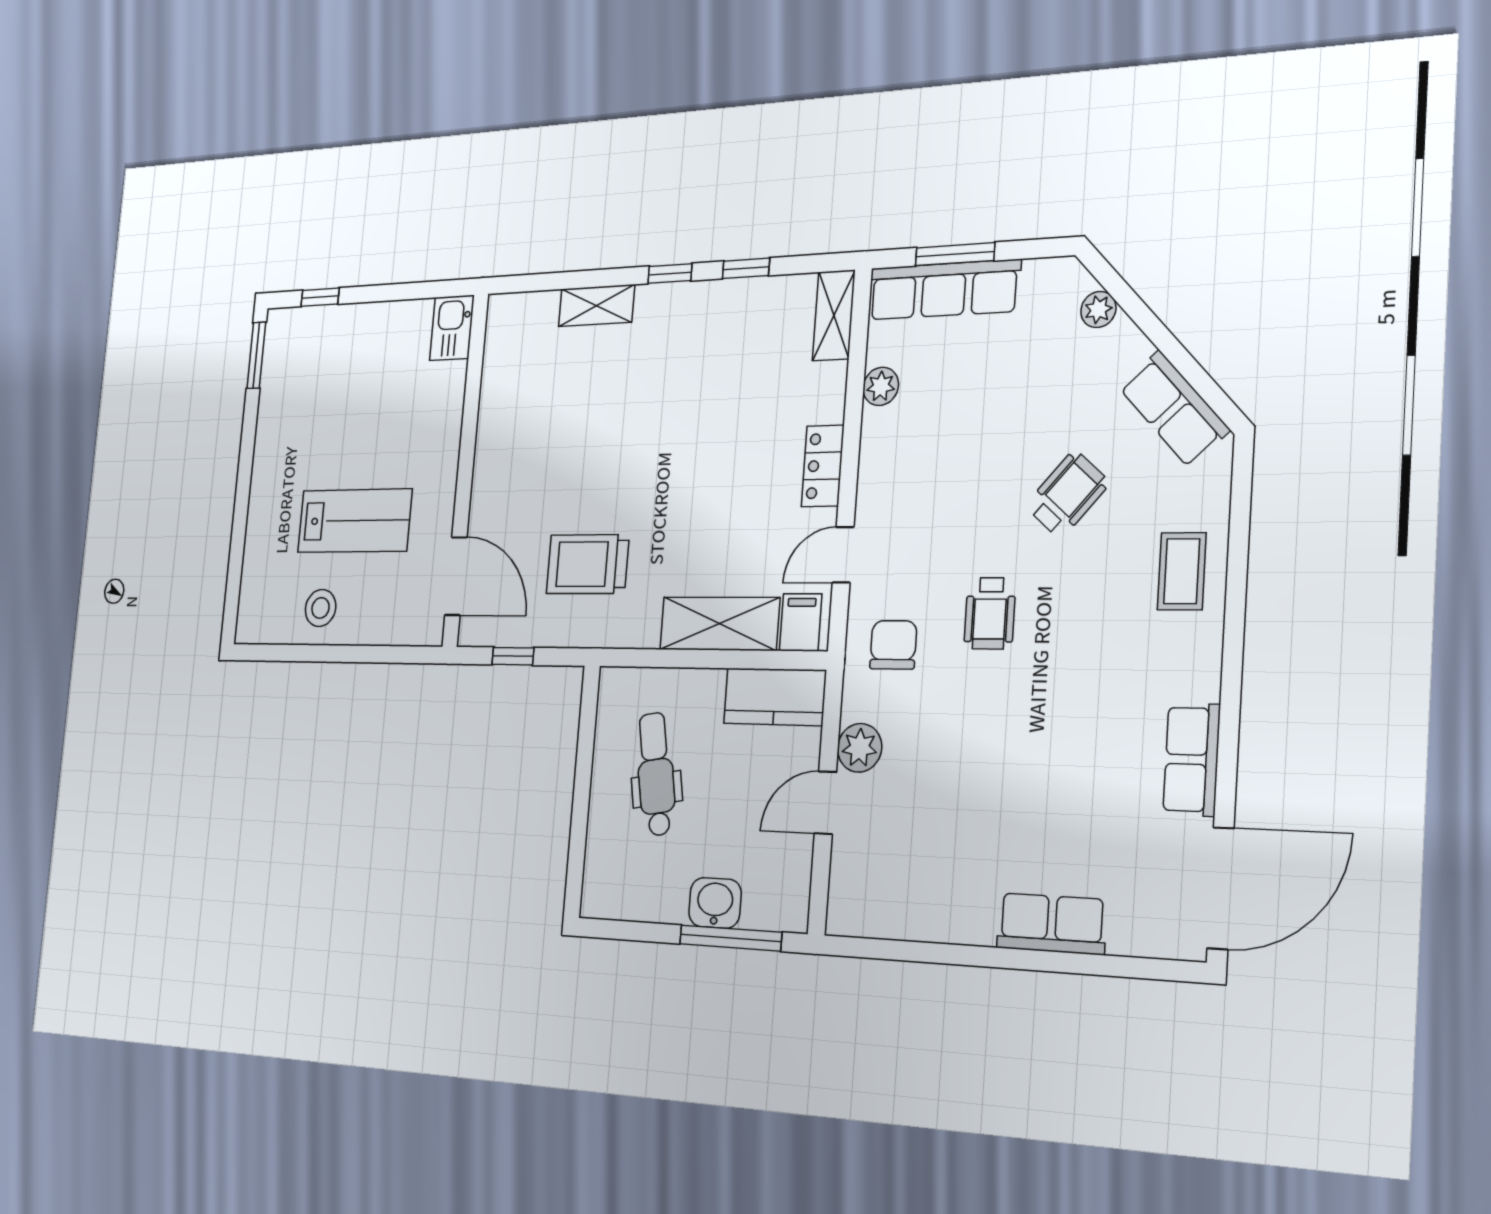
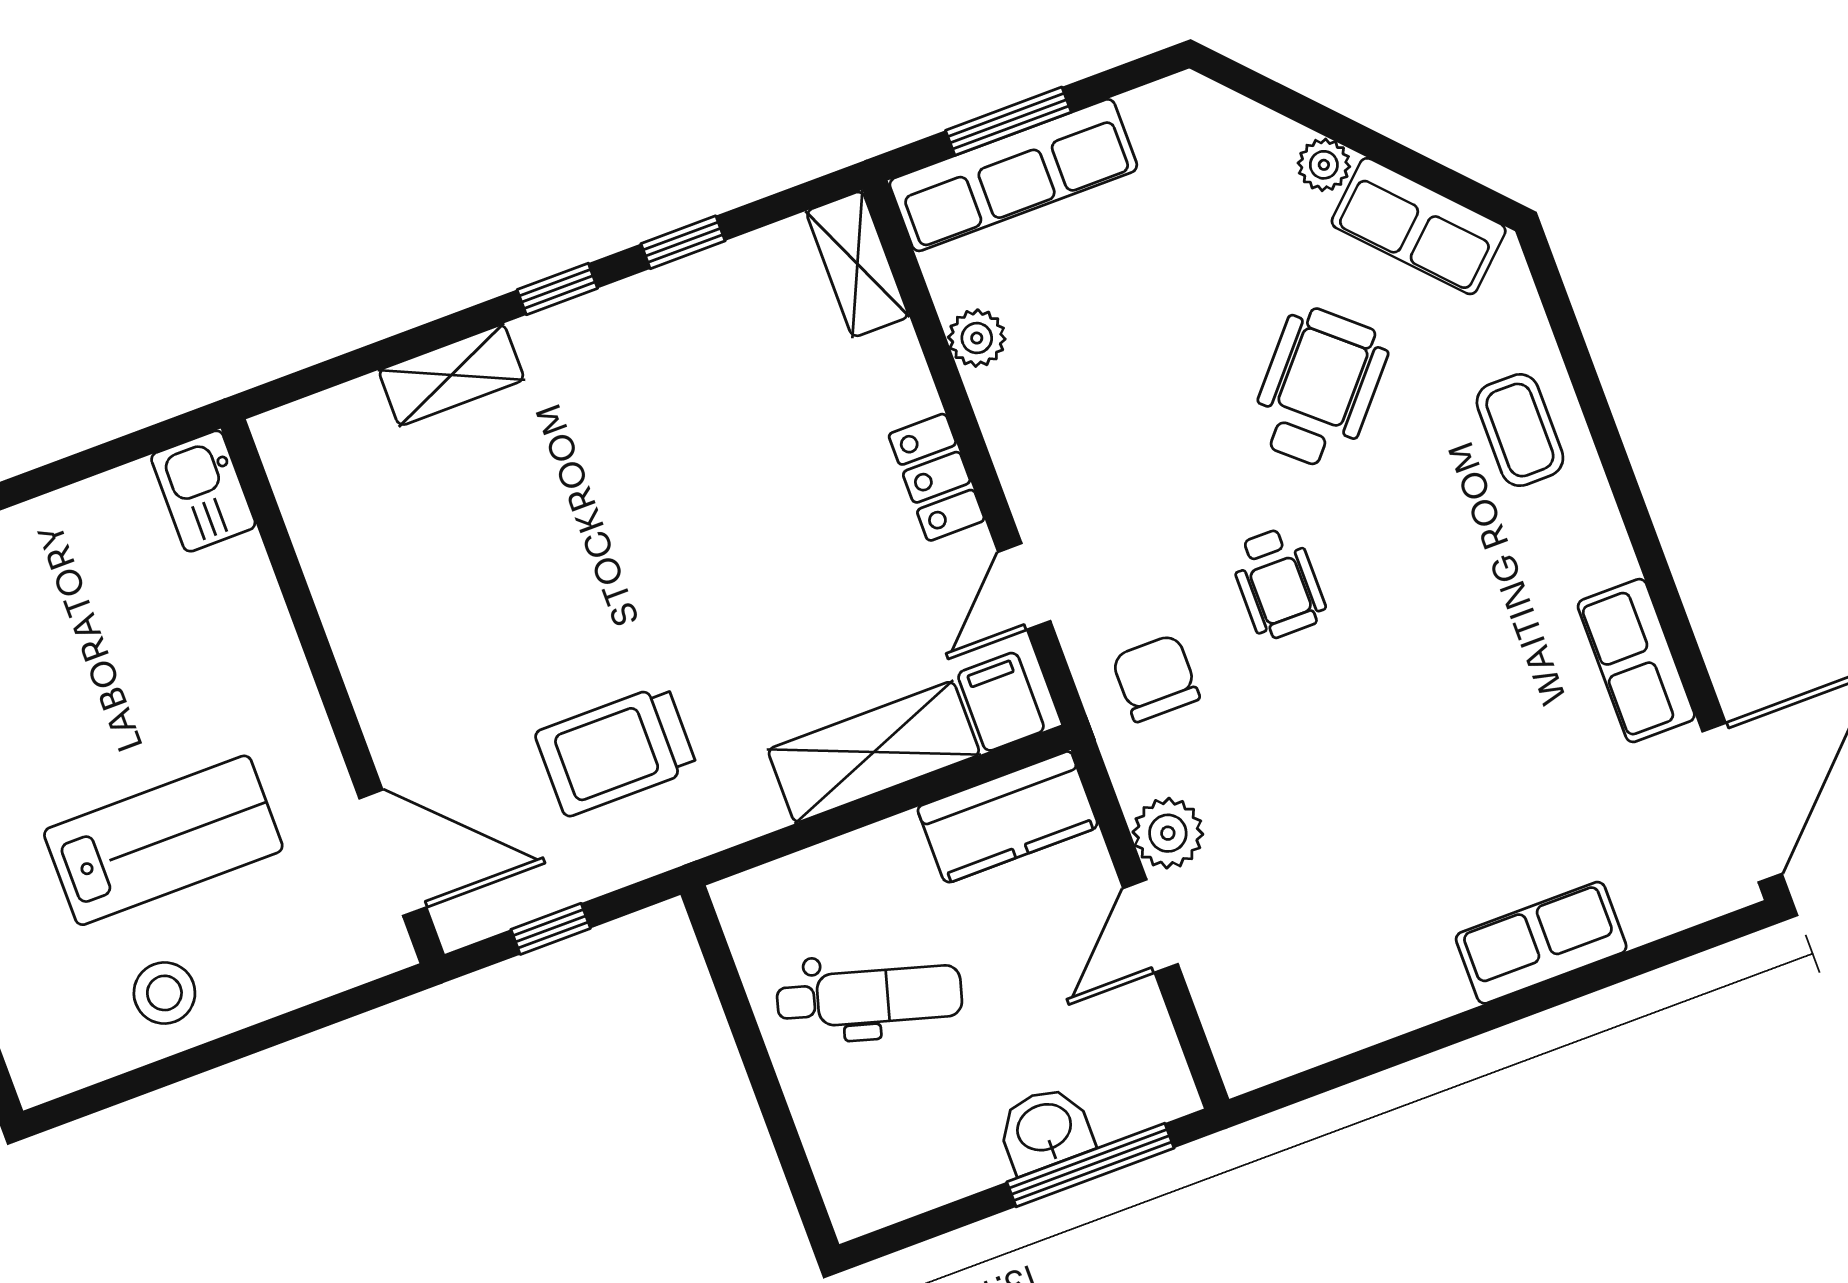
plant: (1098, 309) -> (1324, 165), moved
wheelchair: (1067, 494) -> (1319, 388), width x1.36, depth x1.37
dental chair: (656, 774) -> (869, 997), turned 116

